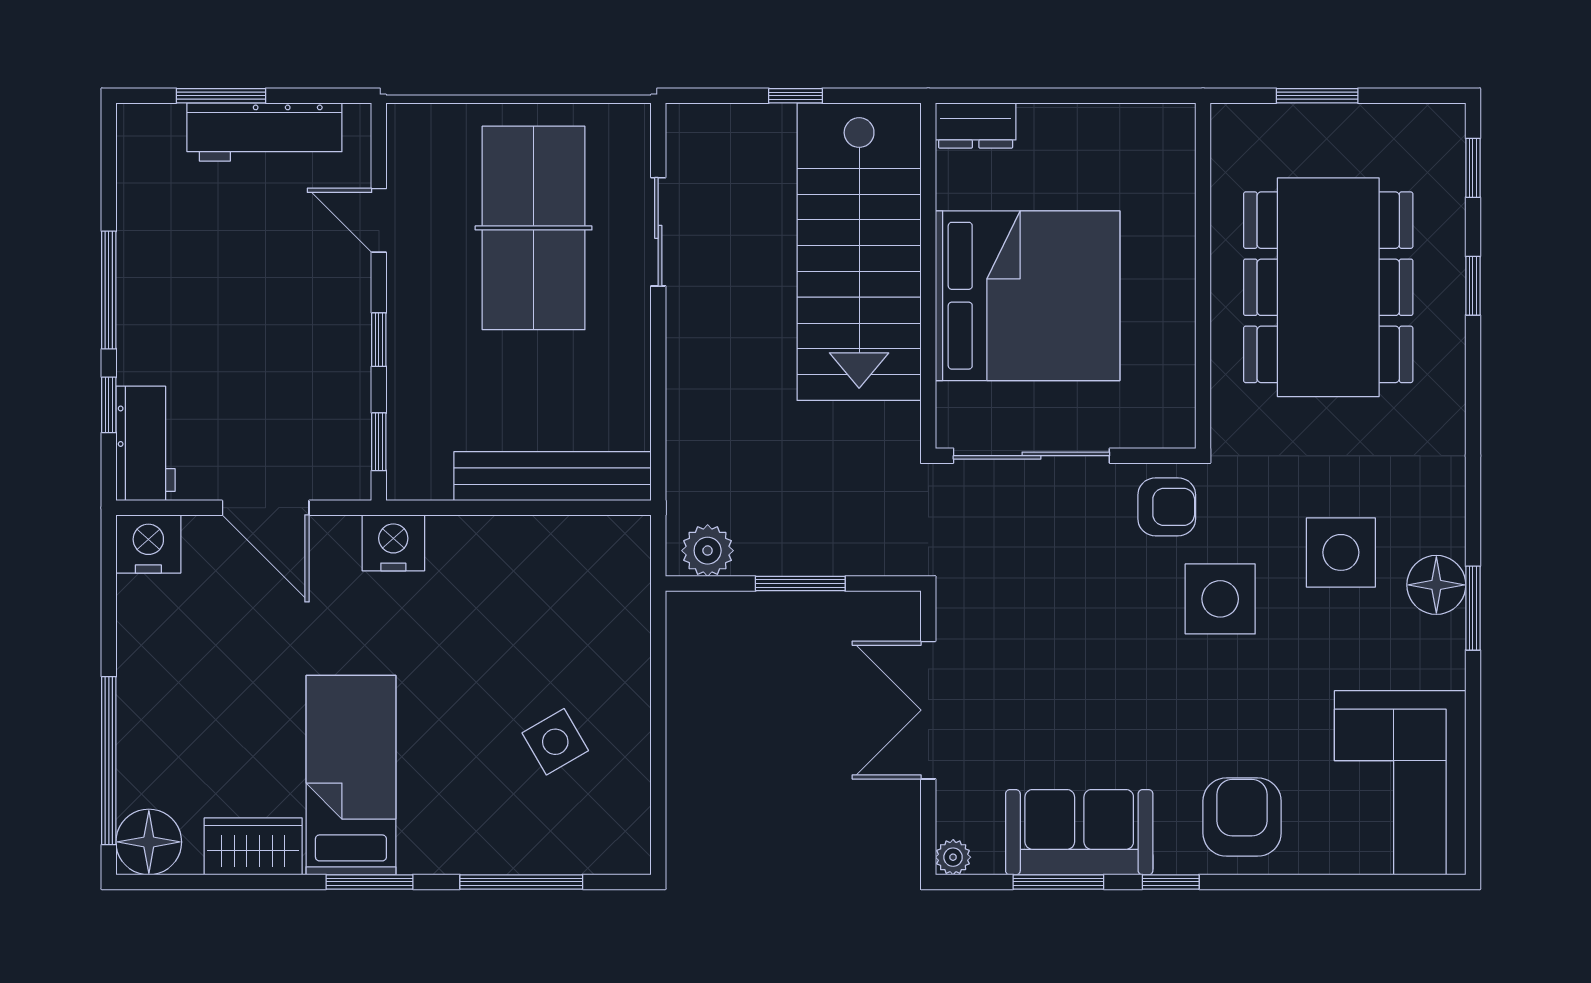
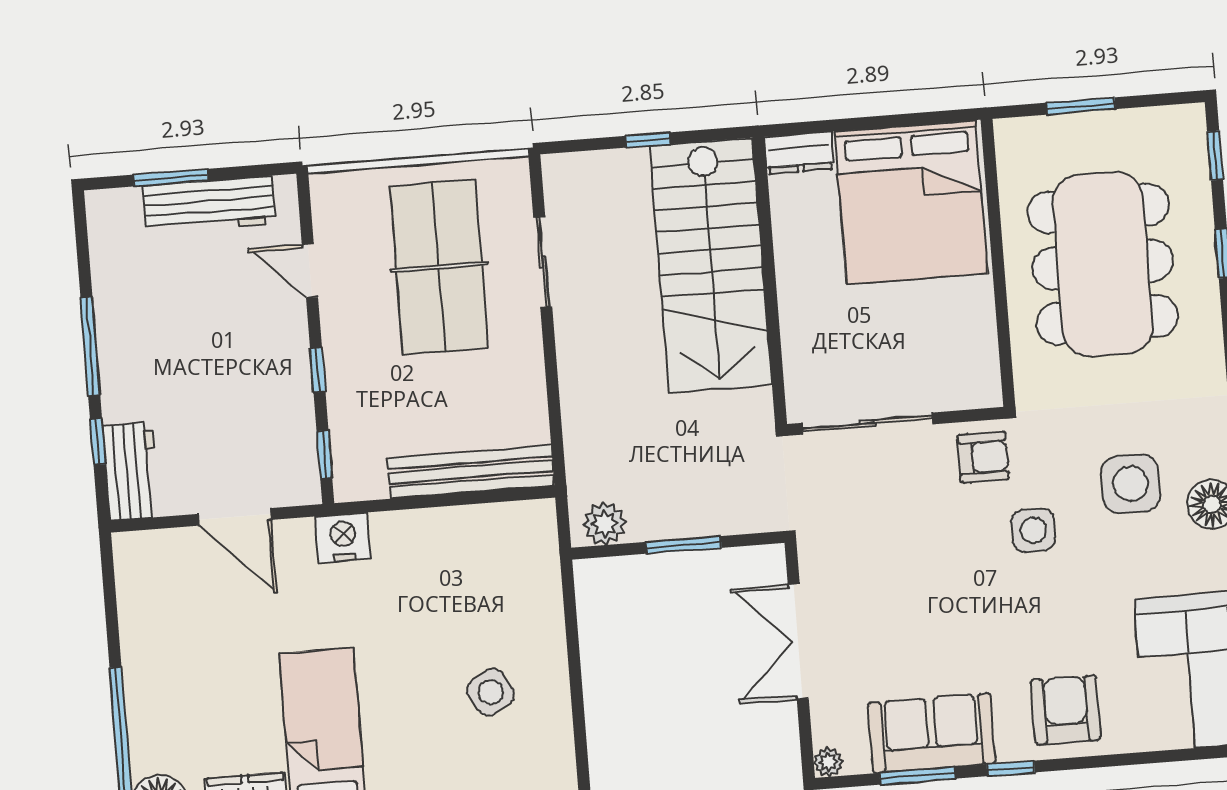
bed: (1028, 296) -> (911, 202), moved, turned 90
nightstand: (148, 544) -> (140, 555), removed
side table: (1220, 599) -> (1033, 530), width x0.73, depth x0.73

